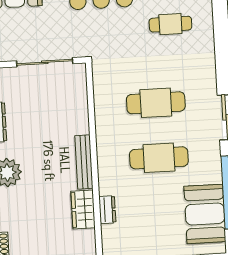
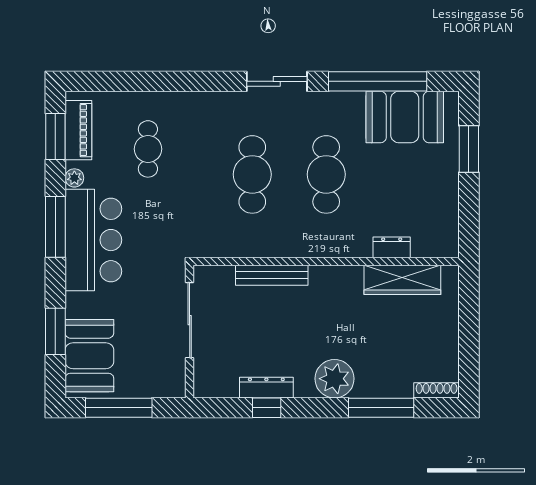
bench: (84, 162) -> (272, 275), moved
wardrobe: (83, 209) -> (402, 280), width x1.50

